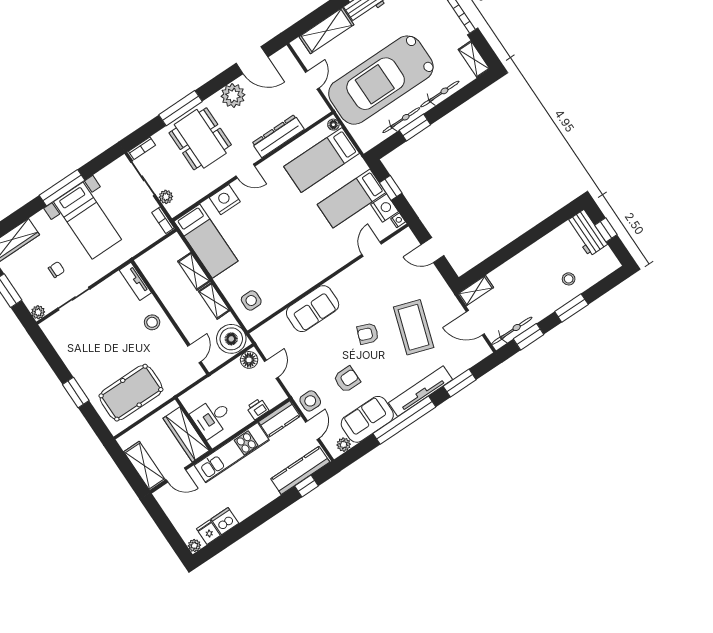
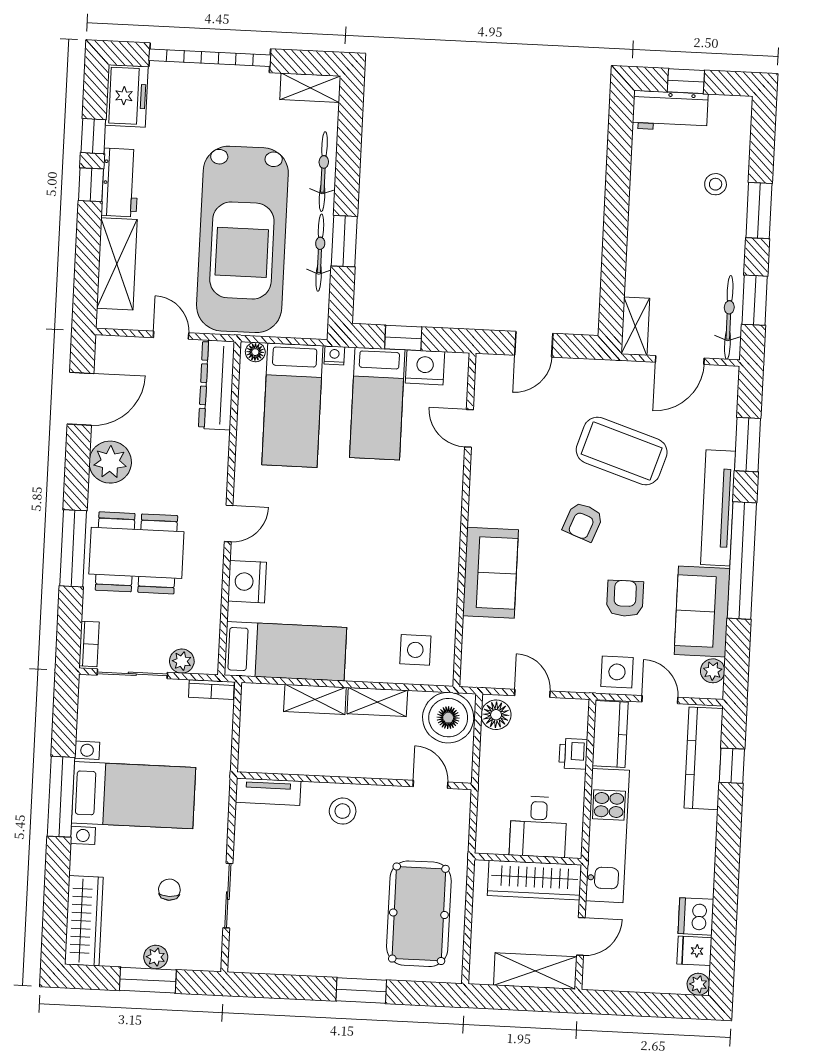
dresser: (278, 136) -> (217, 385), moved
nightstand: (398, 220) -> (334, 355), moved
plant: (38, 312) -> (156, 957), moved

